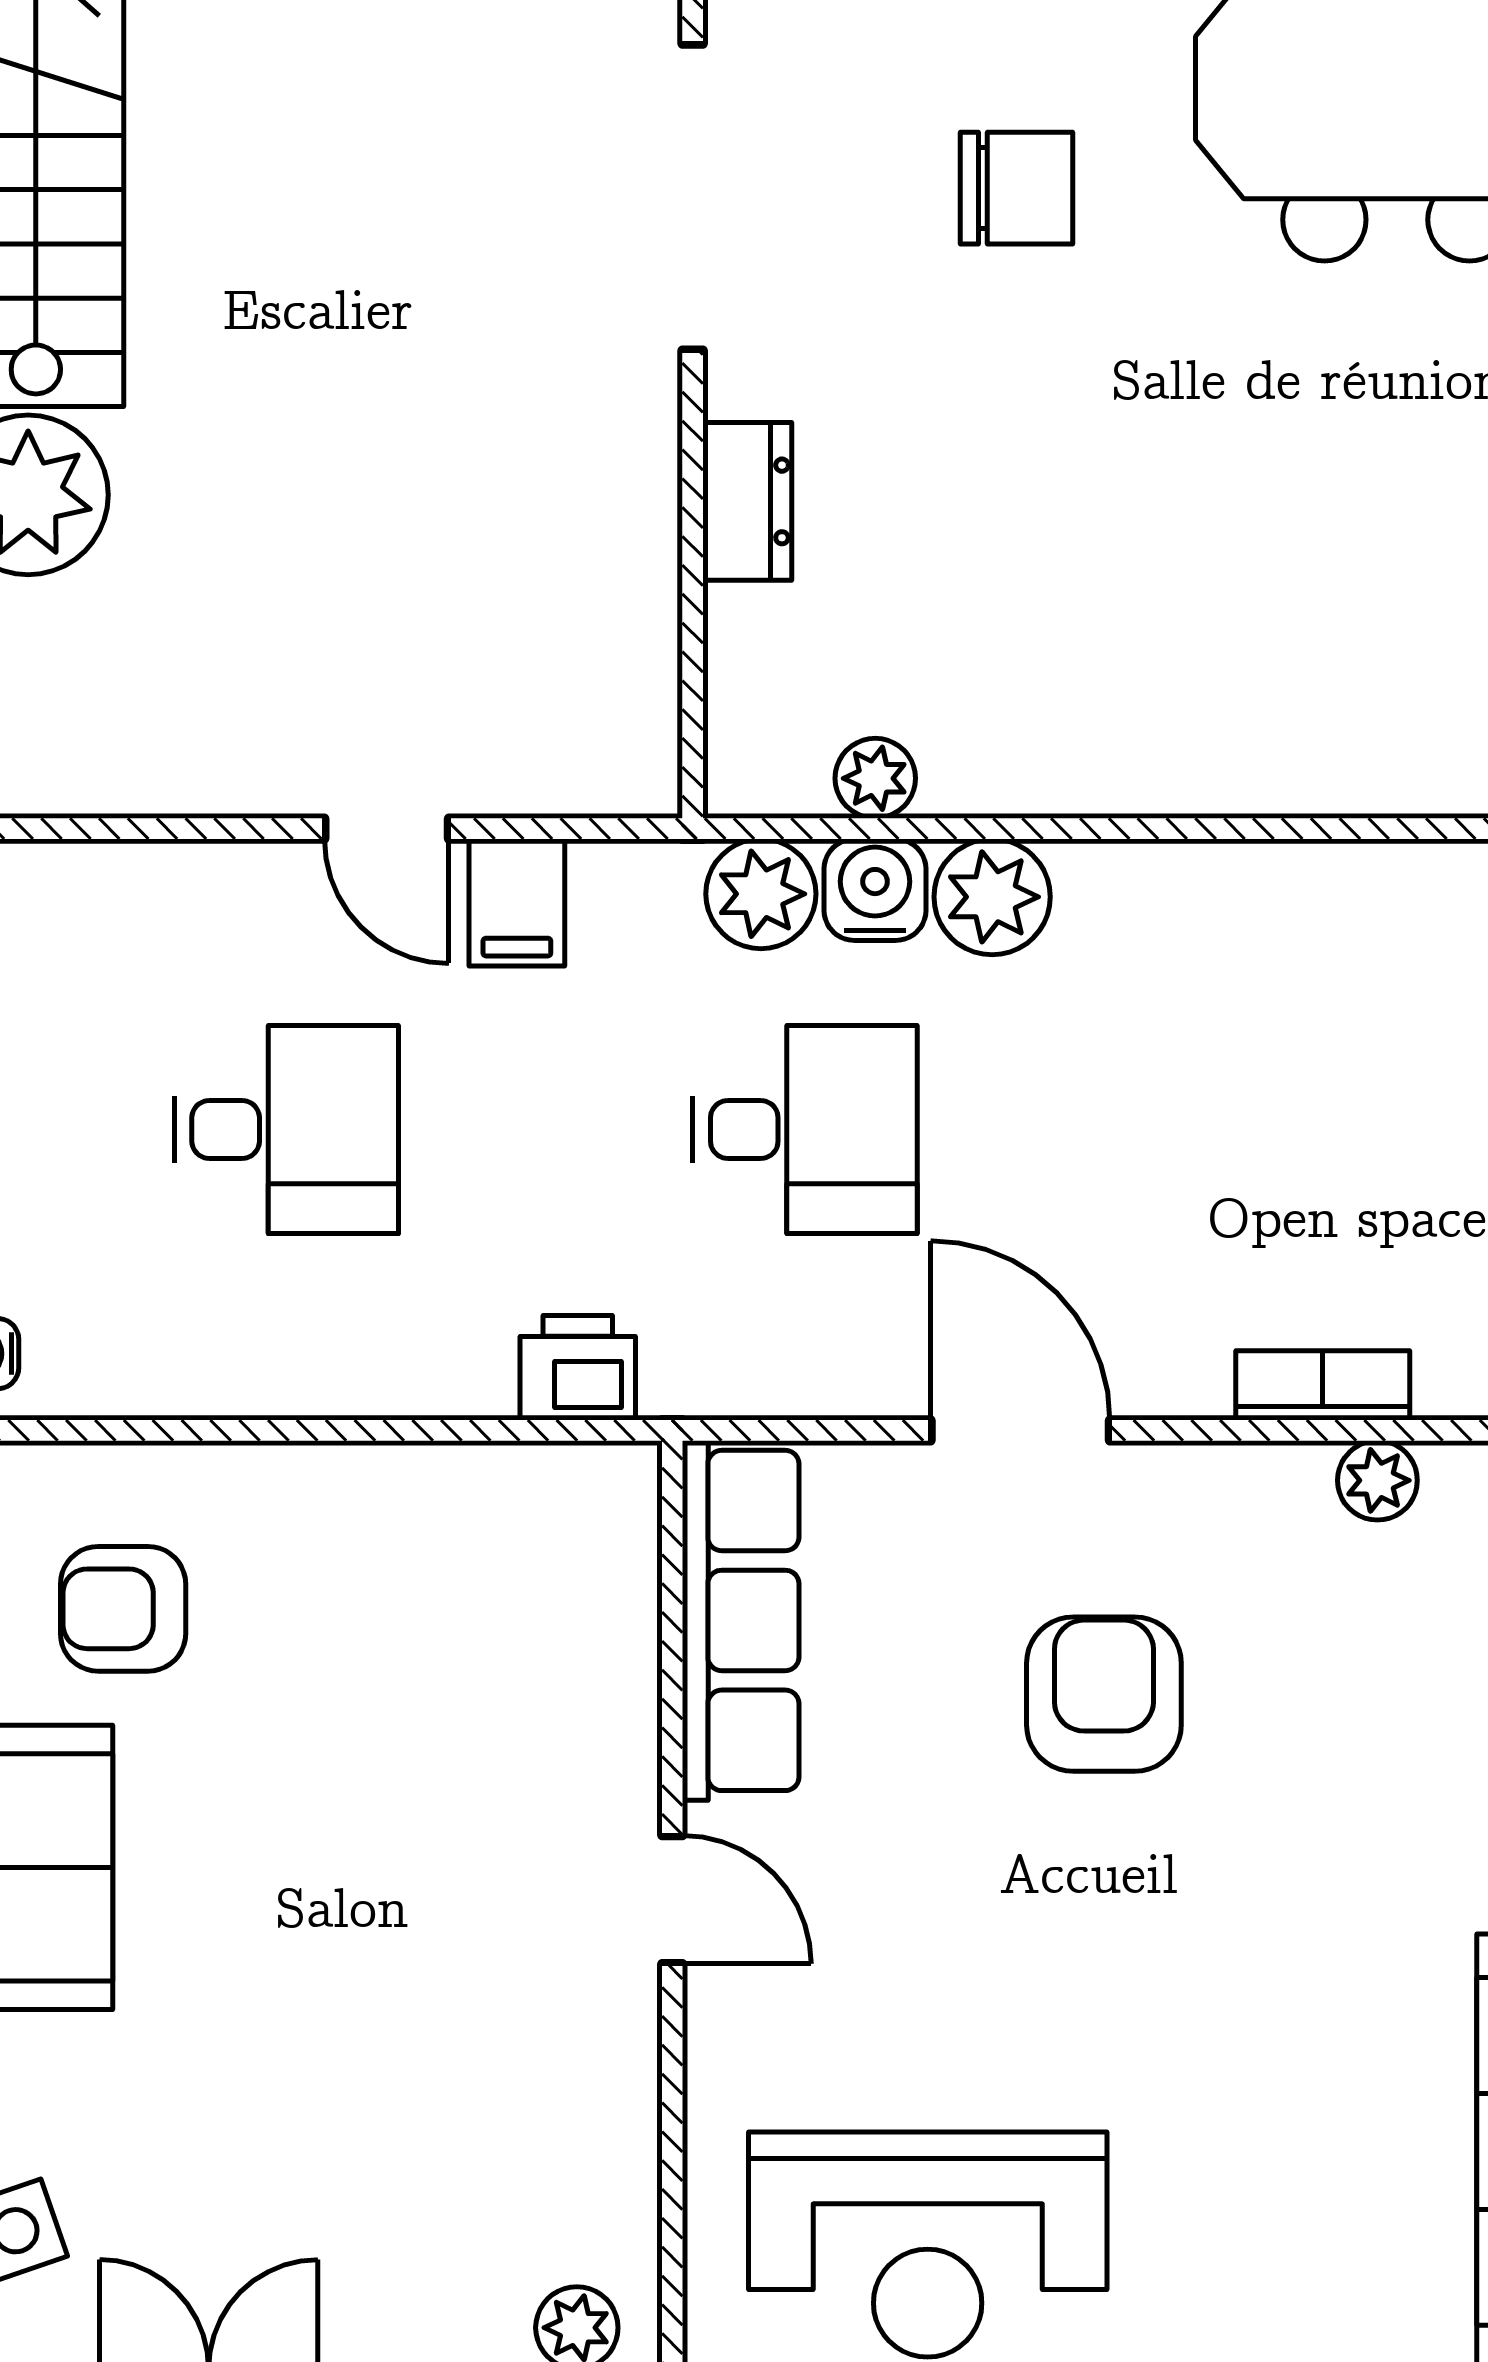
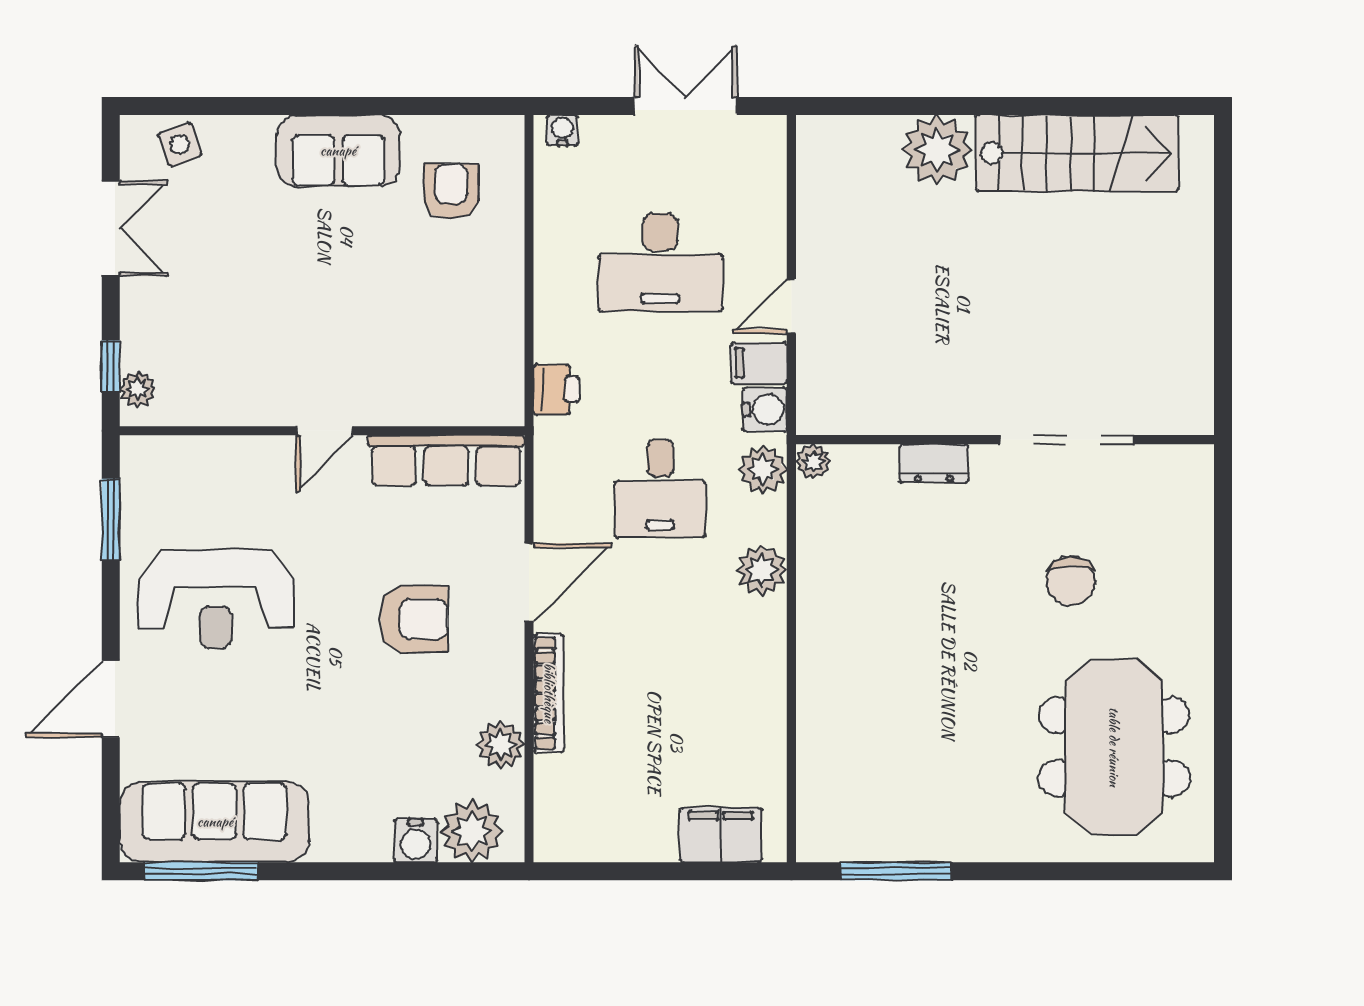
plant: (875, 778) -> (813, 462), moved
water cooler: (875, 890) -> (765, 410), moved
desk: (286, 1129) -> (660, 262), width x1.37
bookcase: (1323, 1385) -> (549, 693), width x1.56
plant: (1377, 1480) -> (501, 745), width x1.38, depth x1.38
reception desk: (928, 2245) -> (216, 599), moved, turned -90

